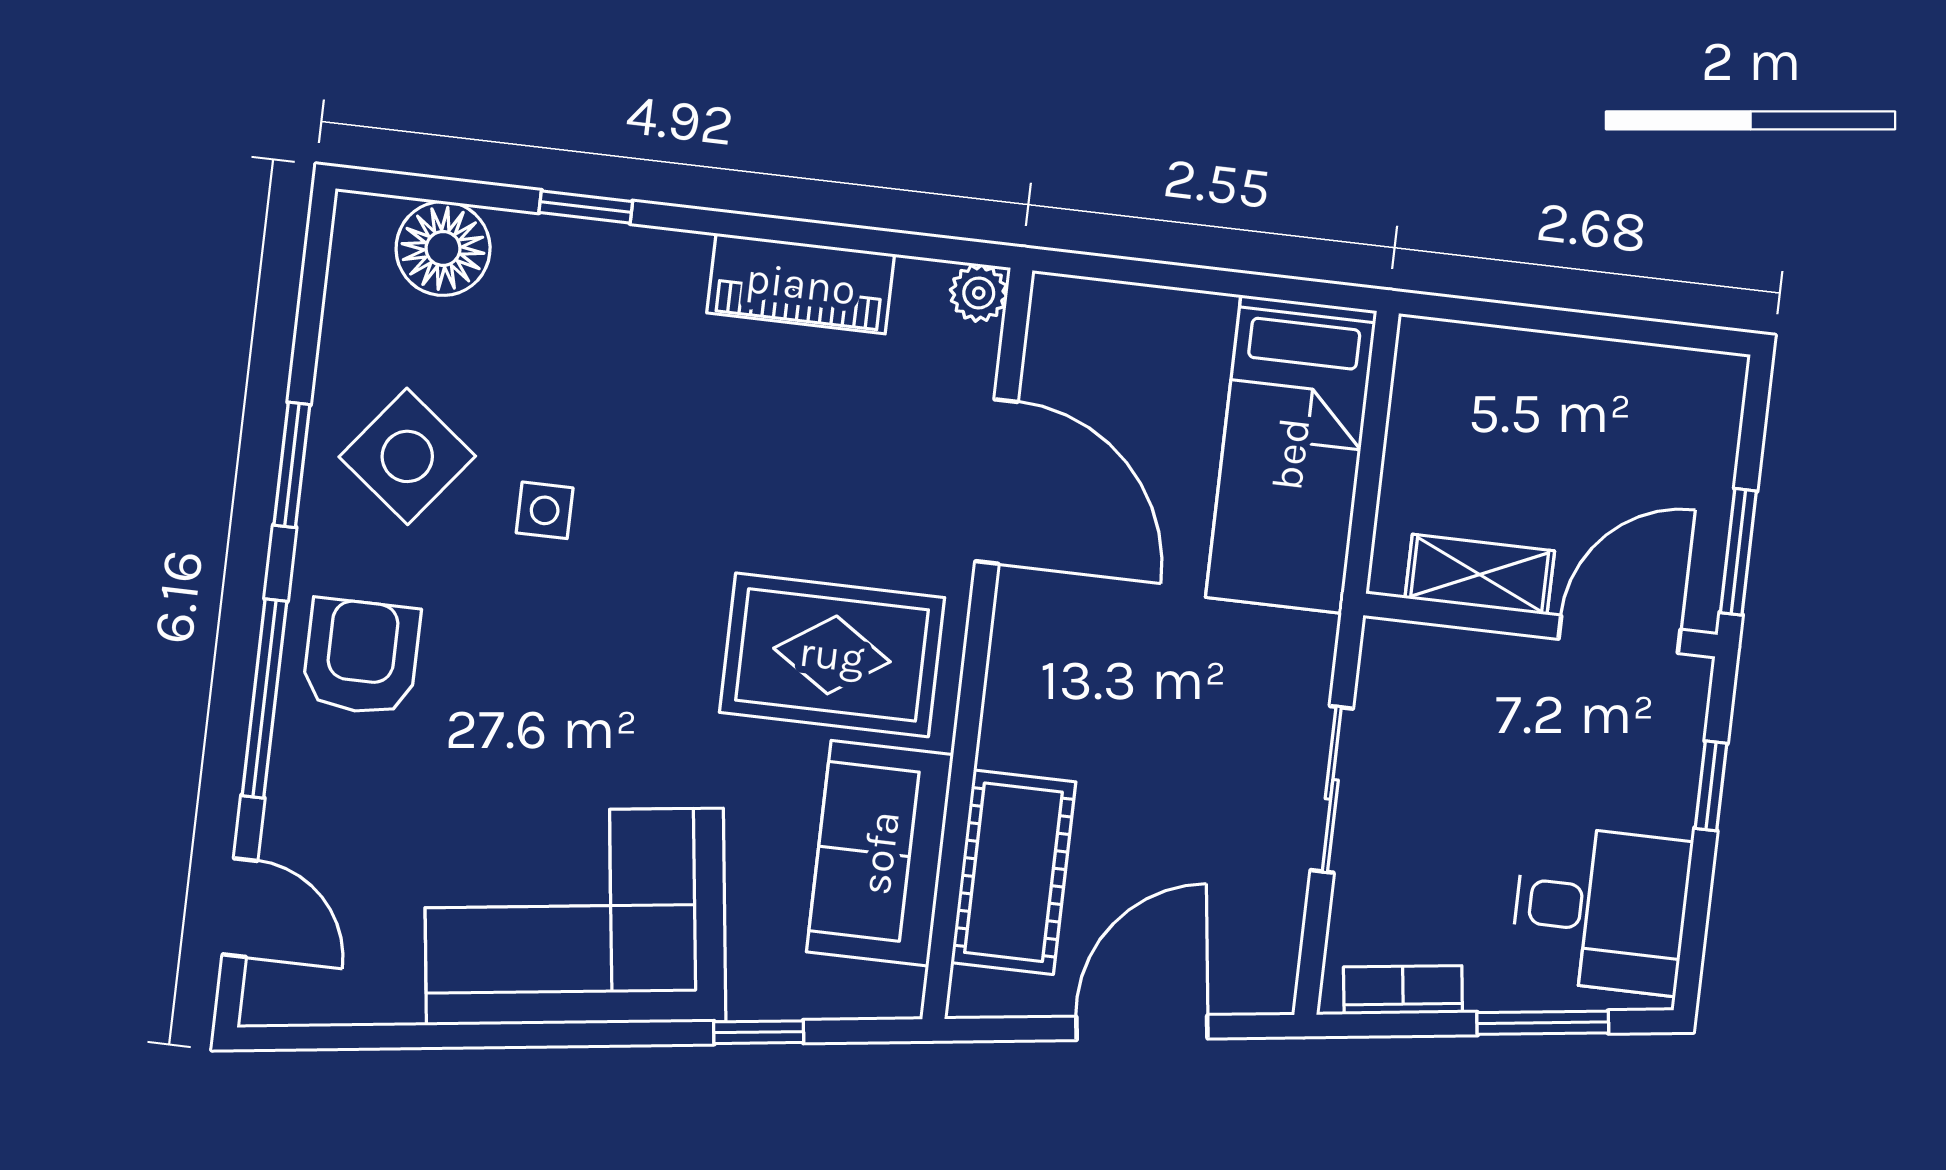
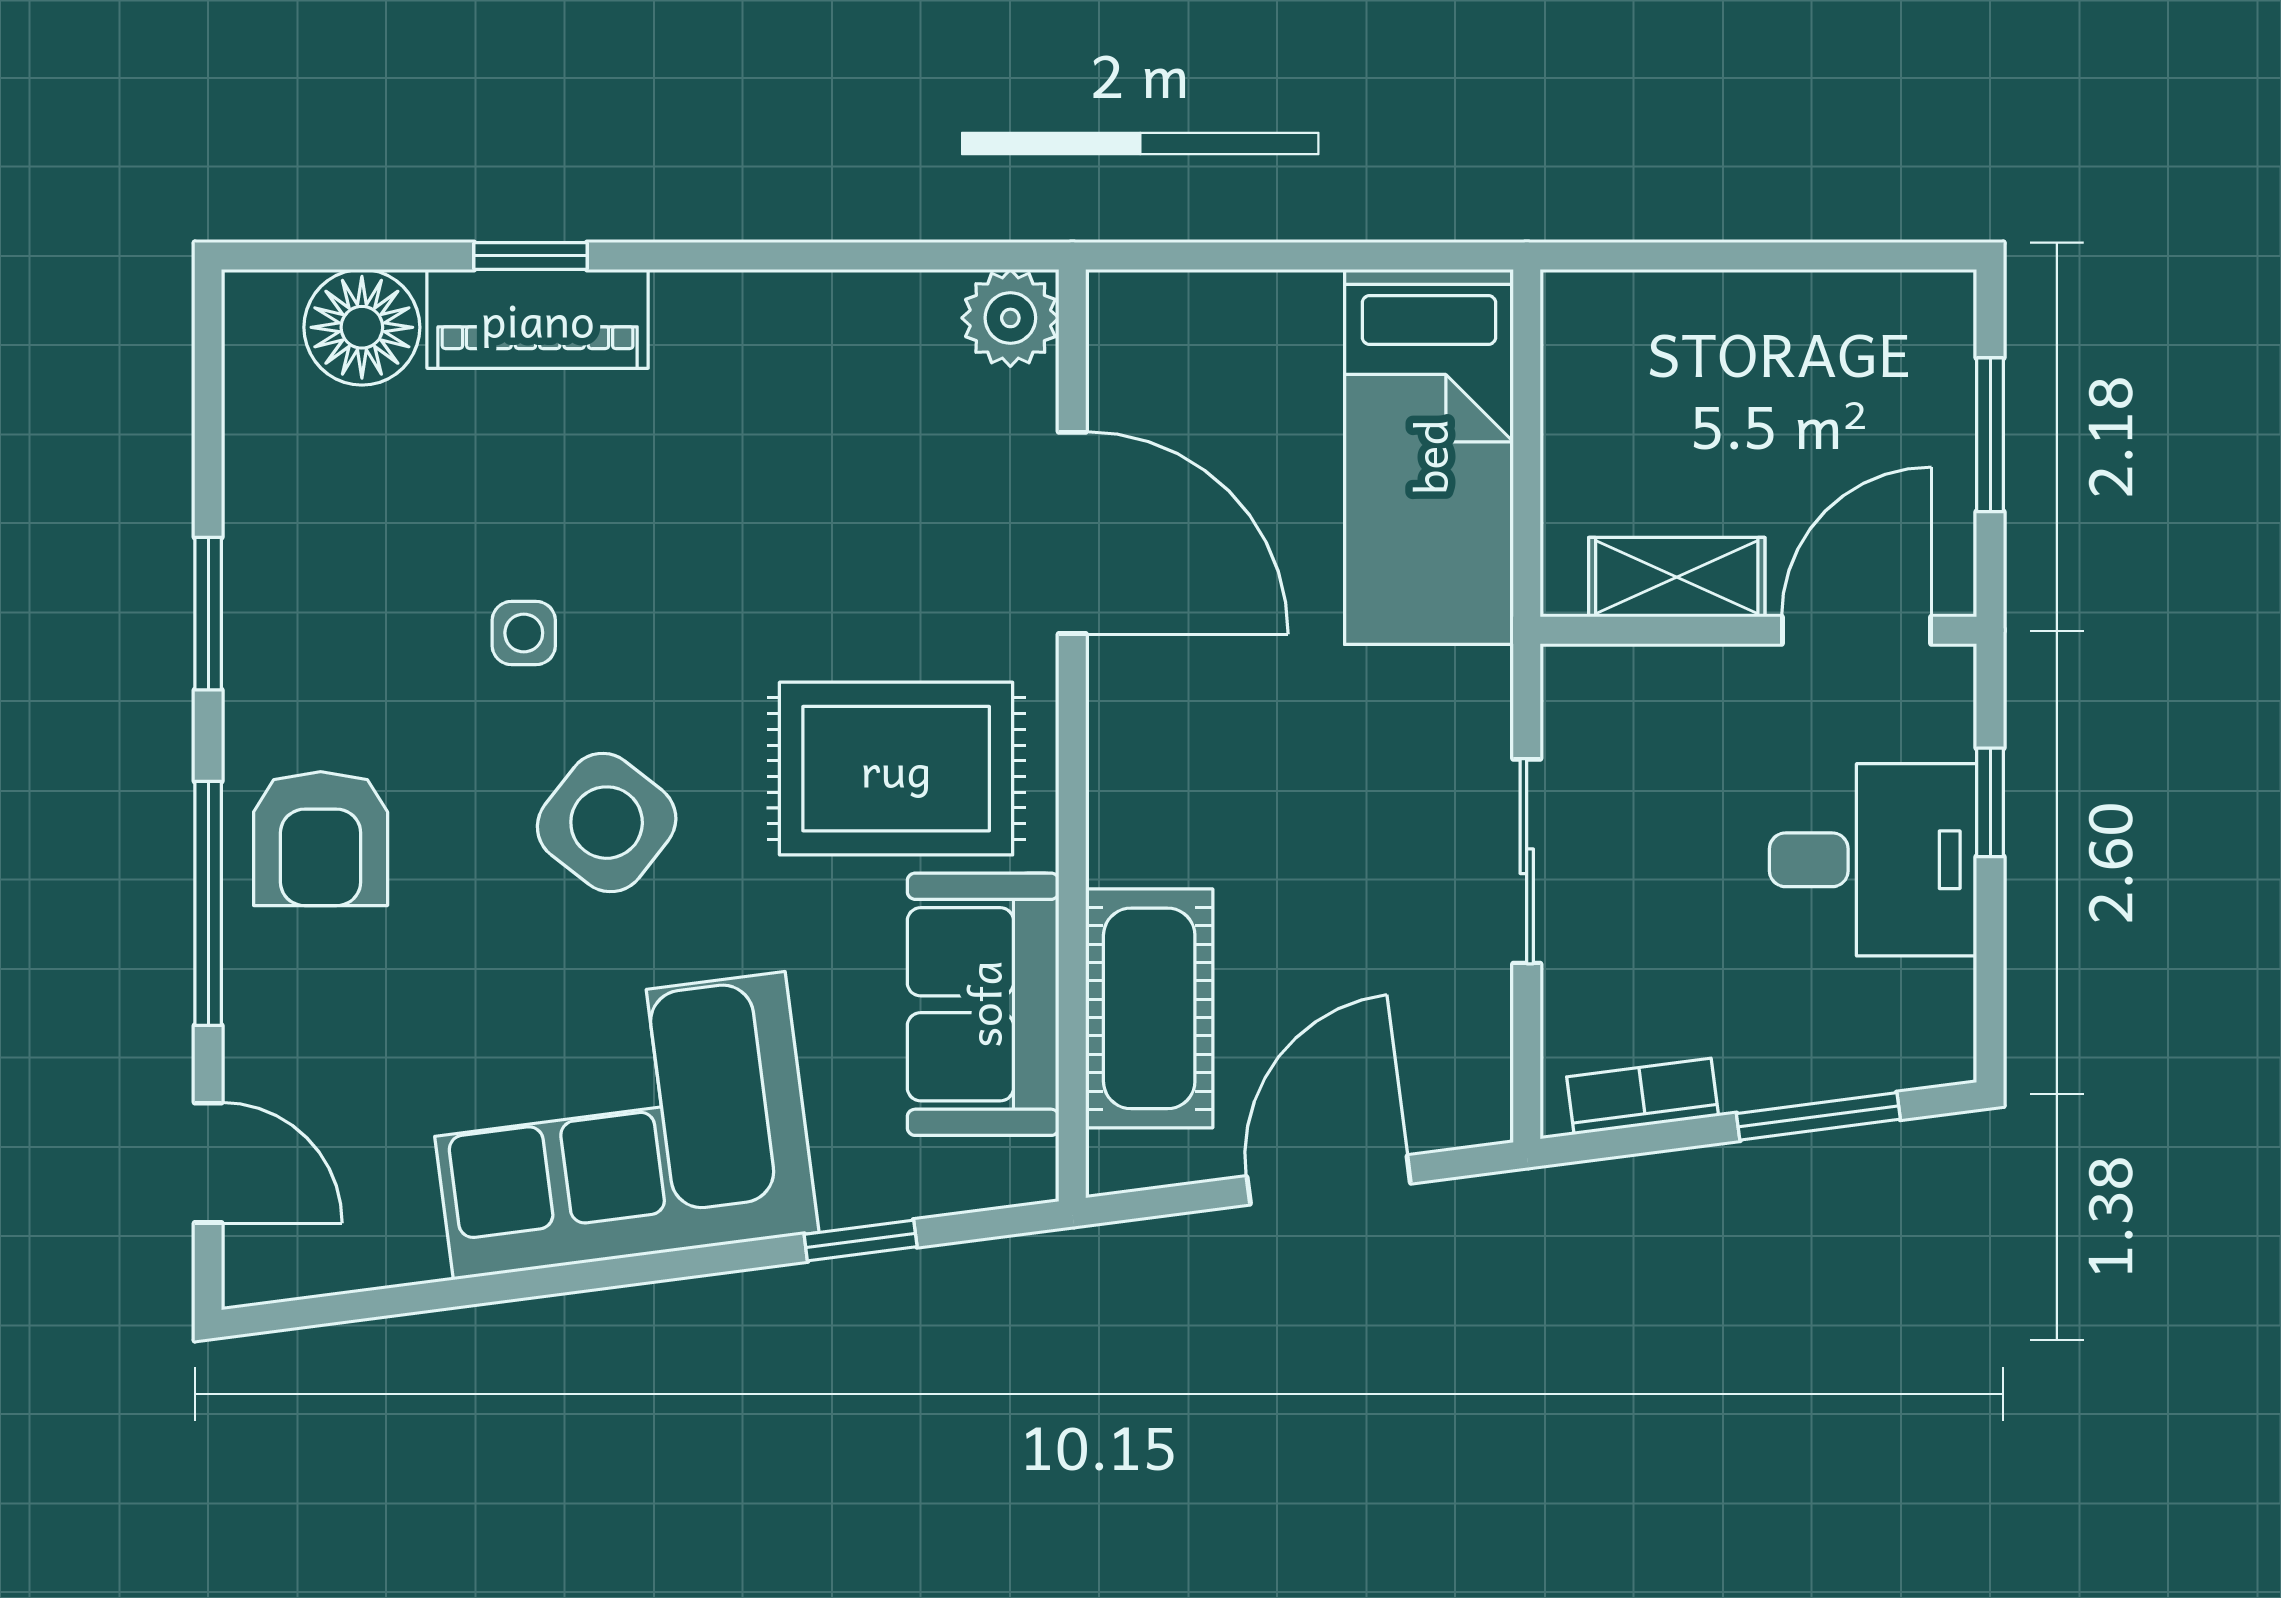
piano: (801, 284) -> (538, 319), moved
plant: (979, 293) -> (1010, 318), width x1.38, depth x1.38
side table: (407, 456) -> (607, 823), moved
window: (1738, 552) -> (1990, 435), moved
armchair: (361, 657) -> (321, 839), turned 180
desk: (1601, 909) -> (1873, 860), moved

